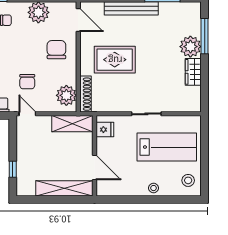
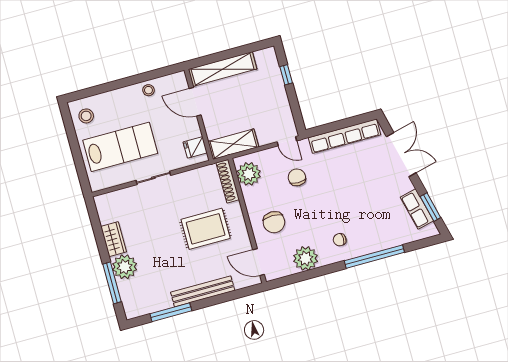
lab bench: (167, 147) -> (120, 147), turned 180
stool: (154, 188) -> (148, 90), moved

